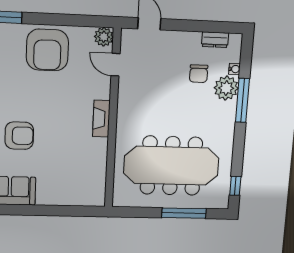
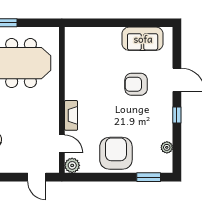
fireplace: (101, 119) -> (71, 115), moved

